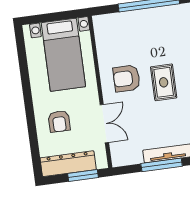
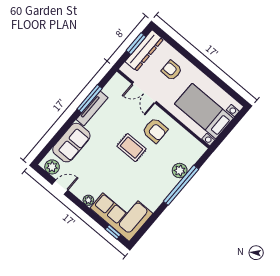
plant: (138, 19) -> (180, 171), added
armchair: (127, 78) -> (155, 130), turned 90
window: (83, 176) -> (136, 44), moved

